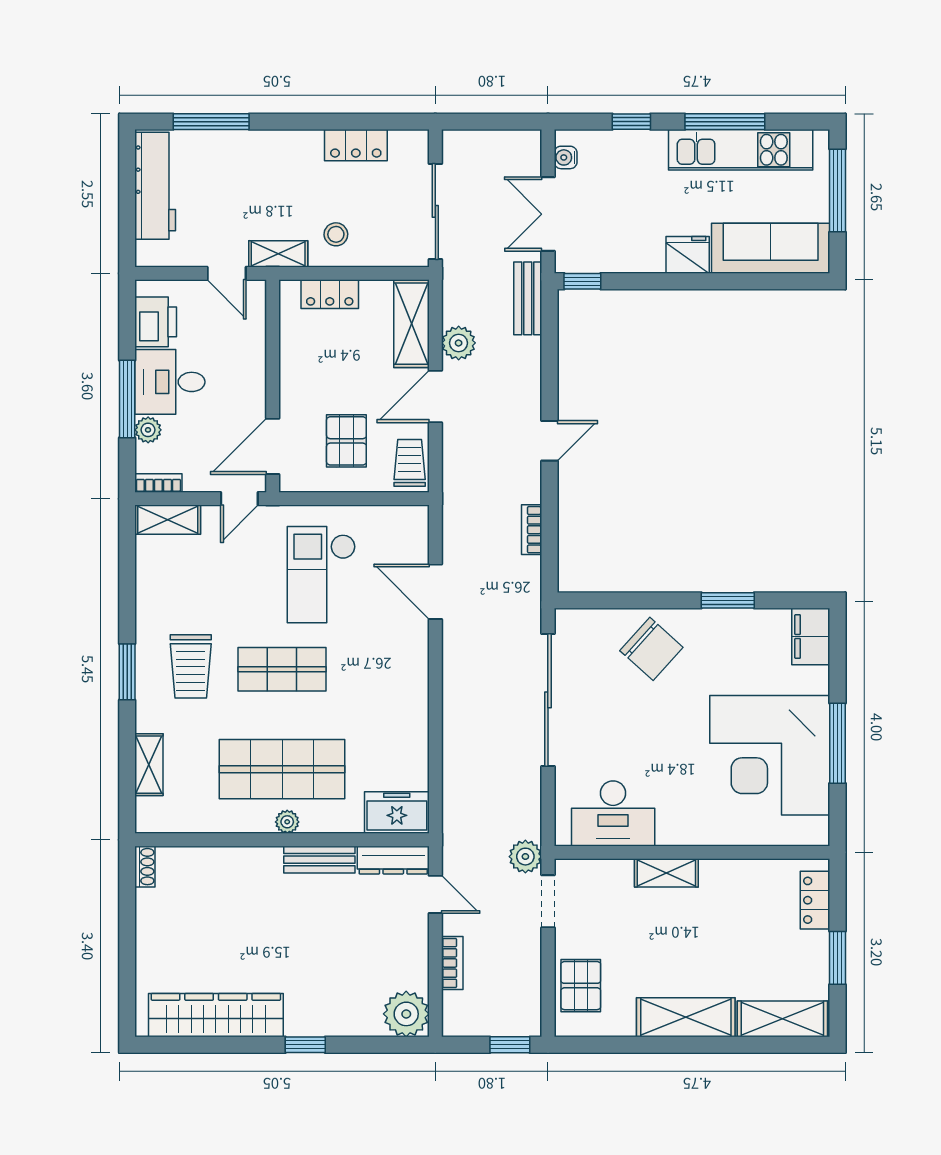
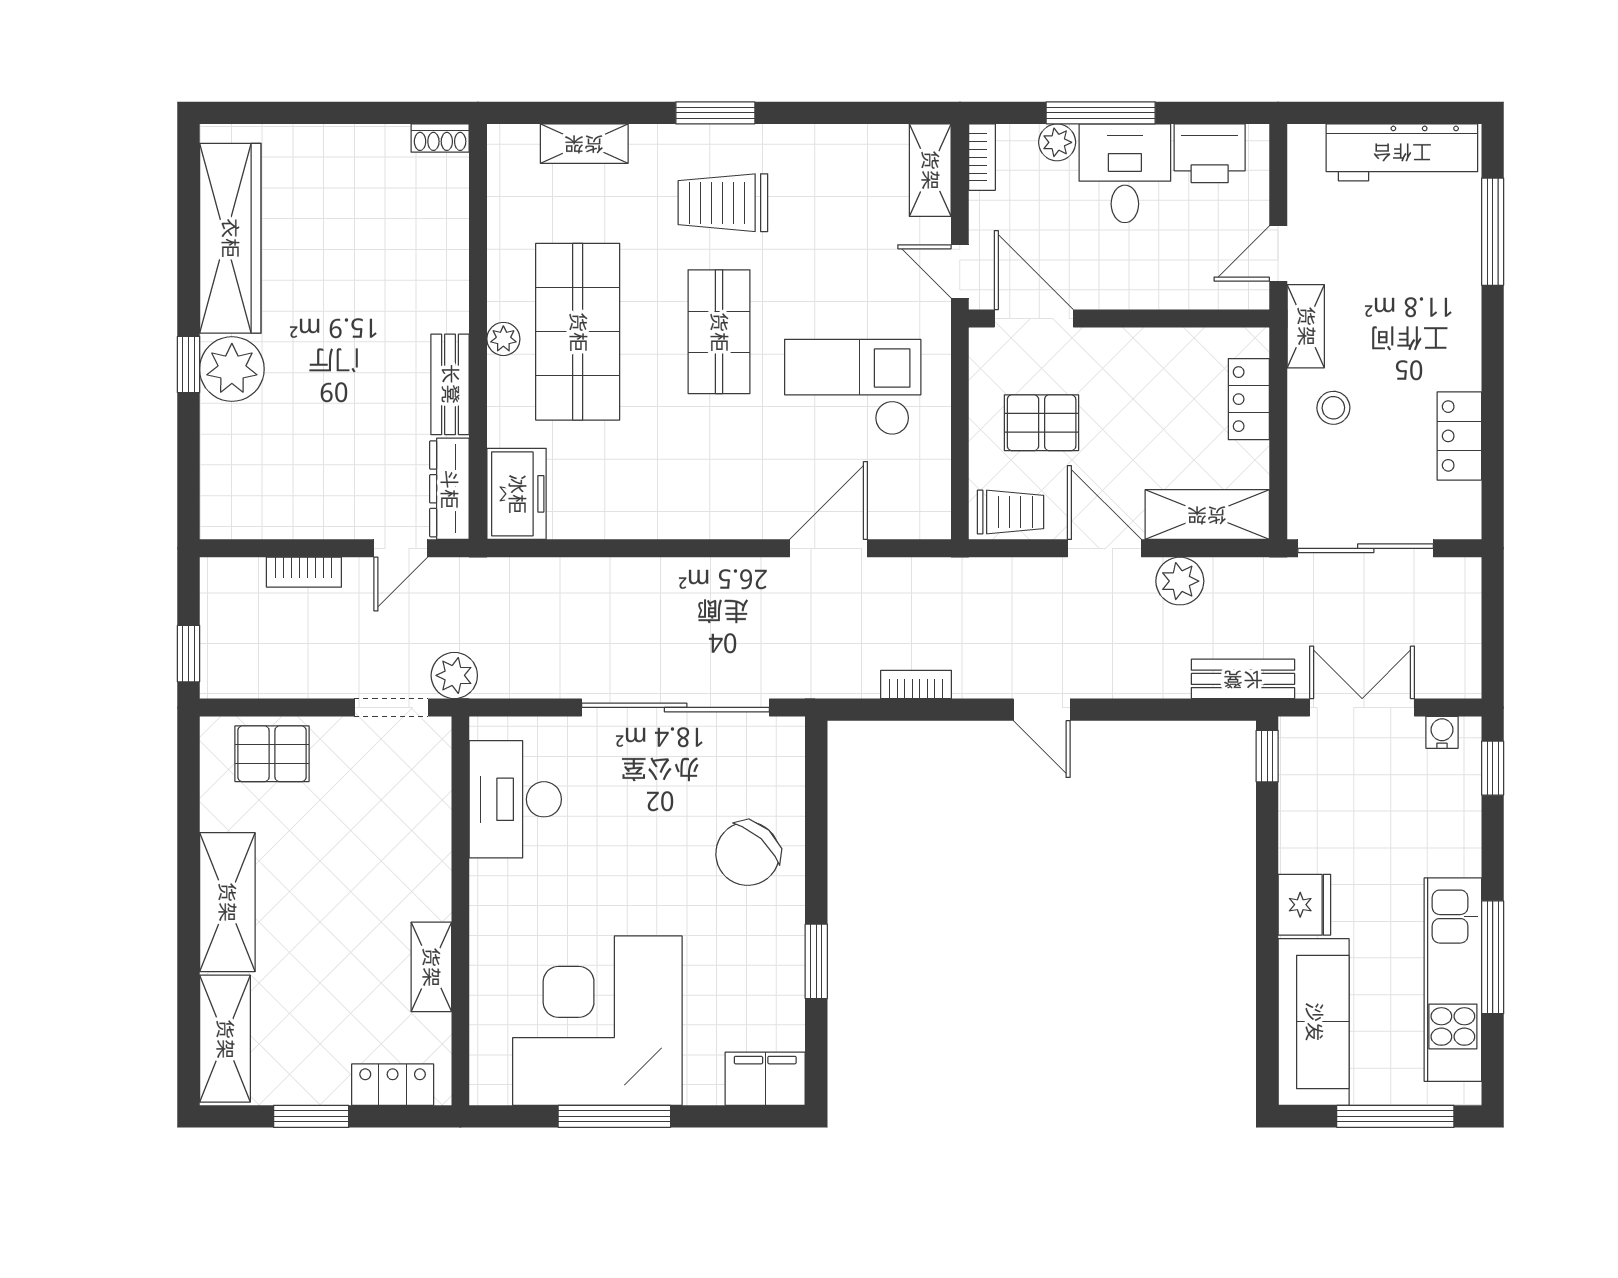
window: (631, 122) -> (1493, 768), moved
shelving: (666, 873) -> (431, 967), moved
plant: (406, 1014) -> (232, 369), moved

